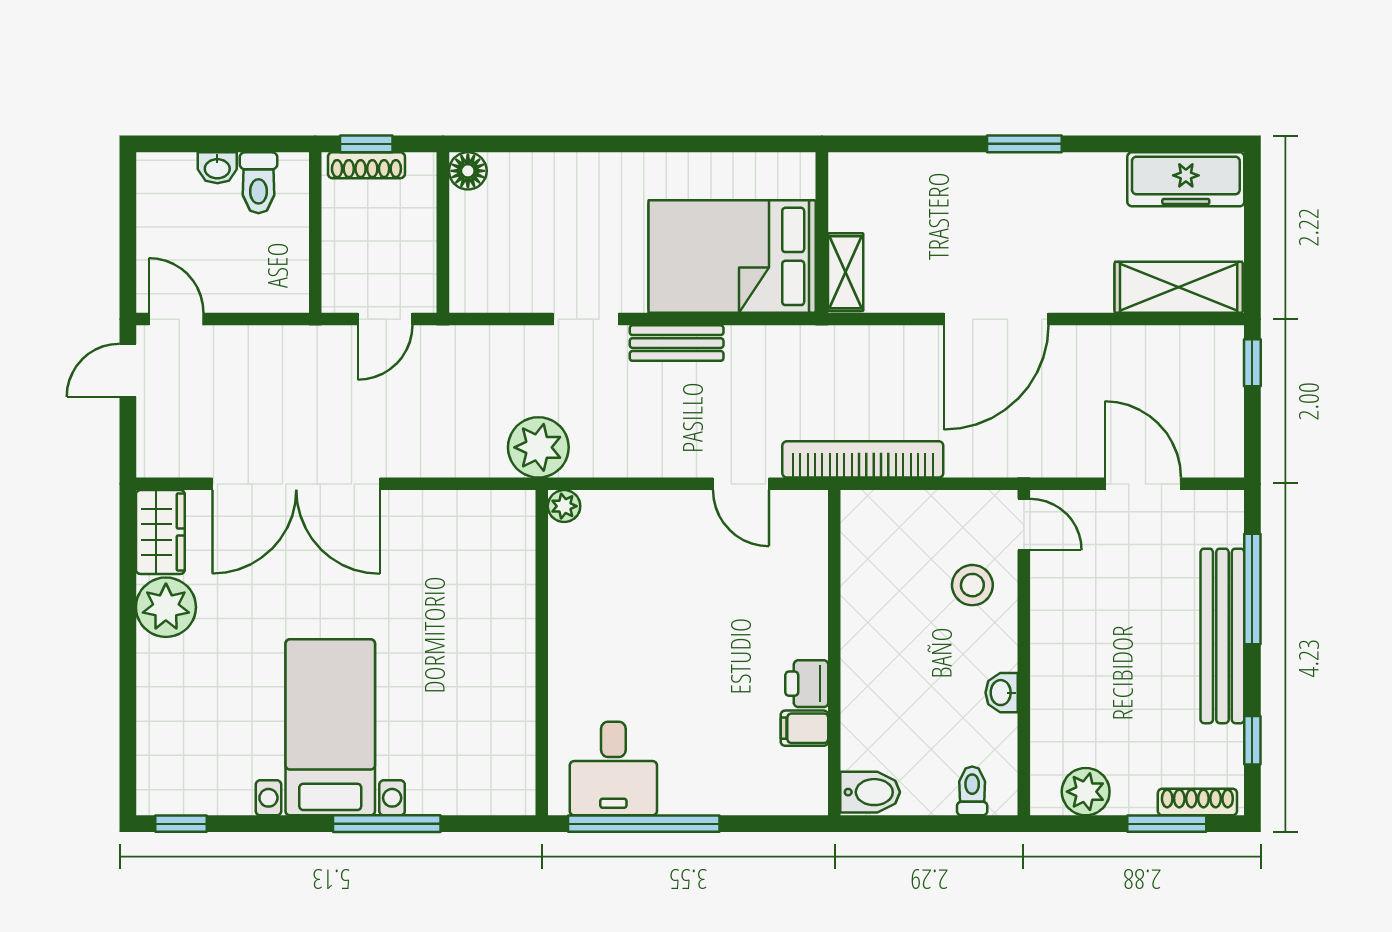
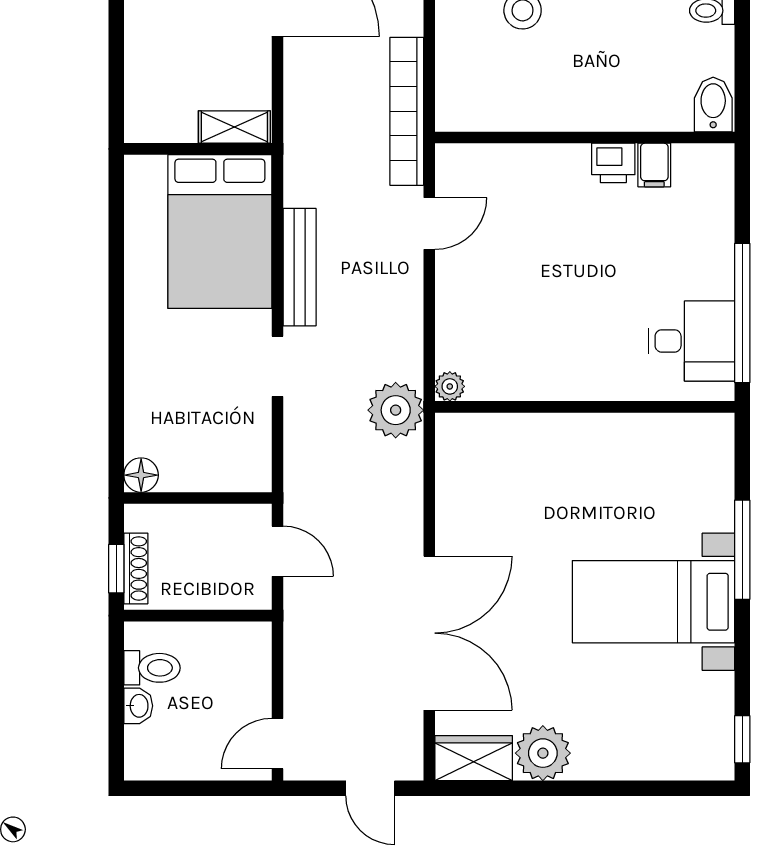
bench: (677, 343) -> (300, 267), width x1.36
door: (128, 370) -> (370, 788), moved

